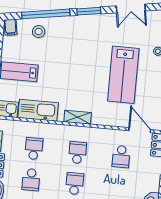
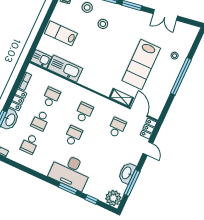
stool: (63, 44) -> (103, 24), added
shelving: (78, 117) -> (121, 98), moved
school desk: (121, 157) -> (117, 128), turned 180

